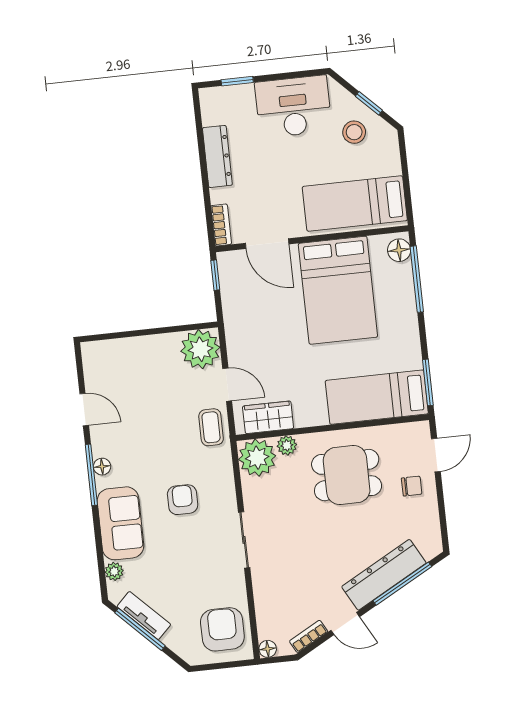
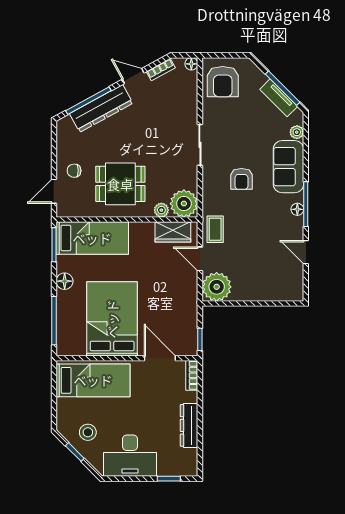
floor lamp: (399, 250) -> (65, 281), moved

